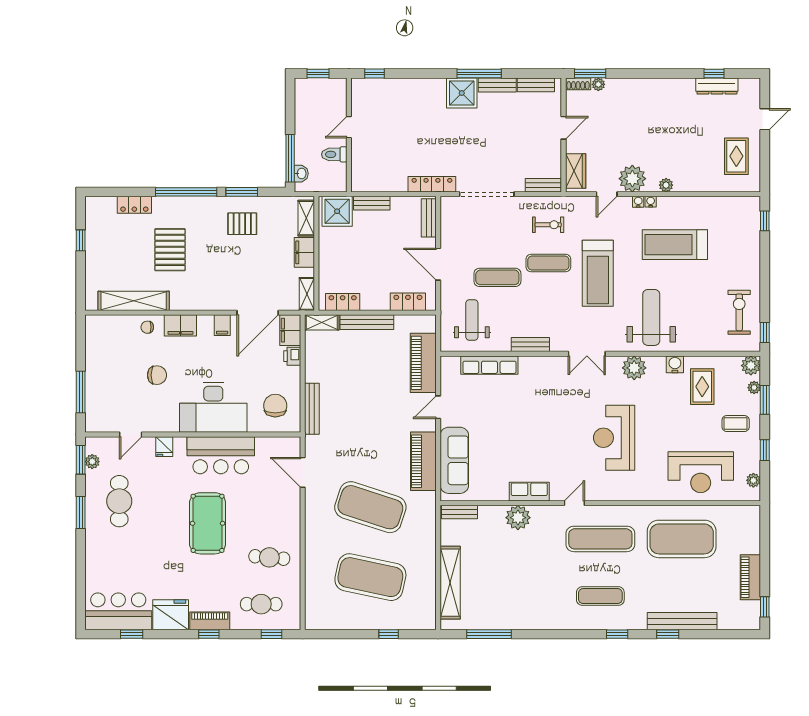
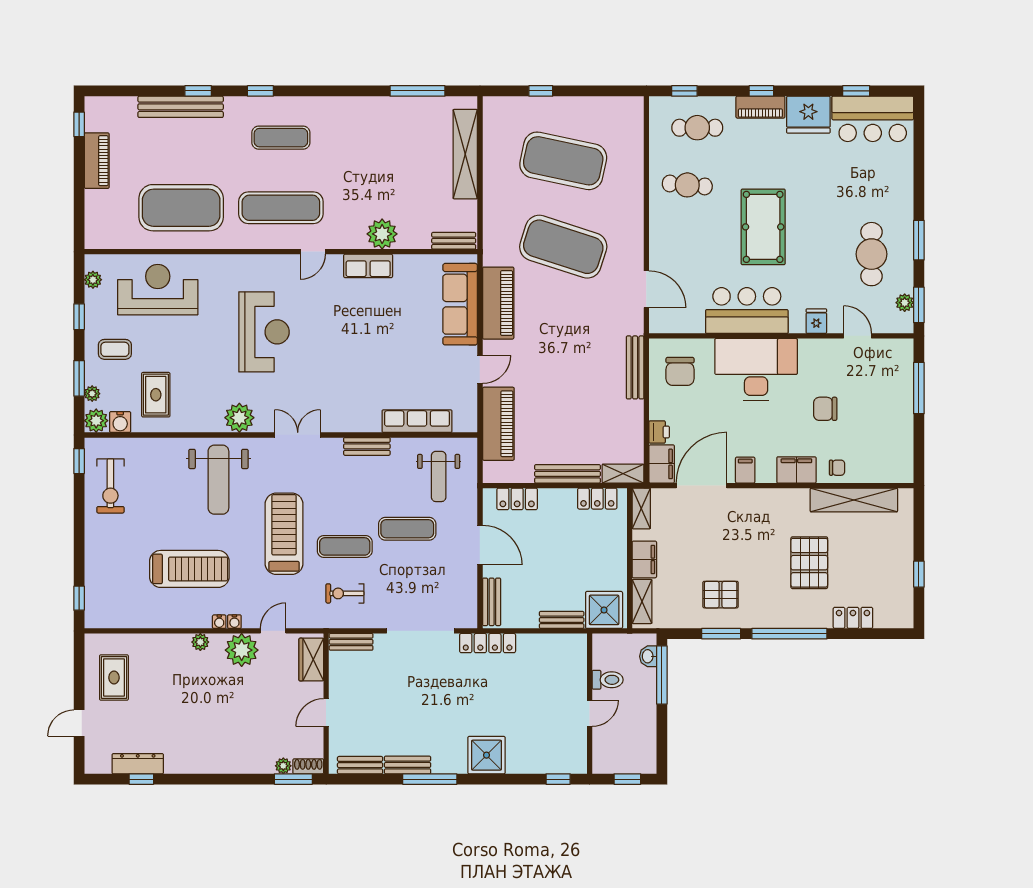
shower: (462, 93) -> (487, 755), moved
water cooler: (675, 364) -> (120, 422), moved
door: (131, 434) -> (858, 336), hinge flipped

